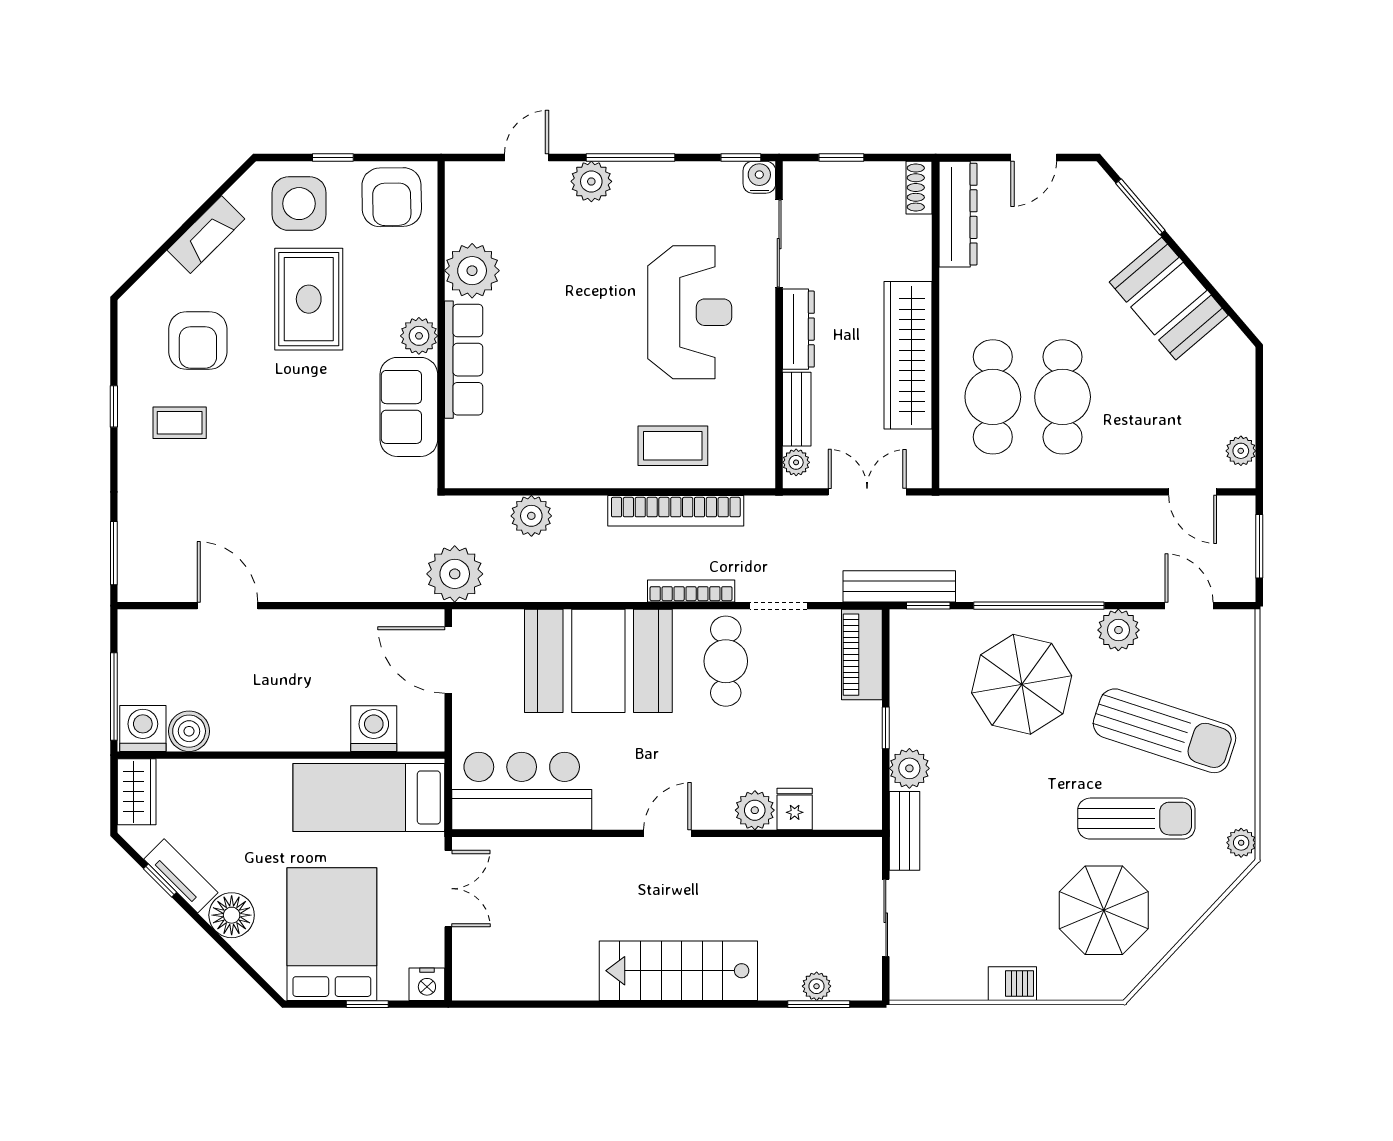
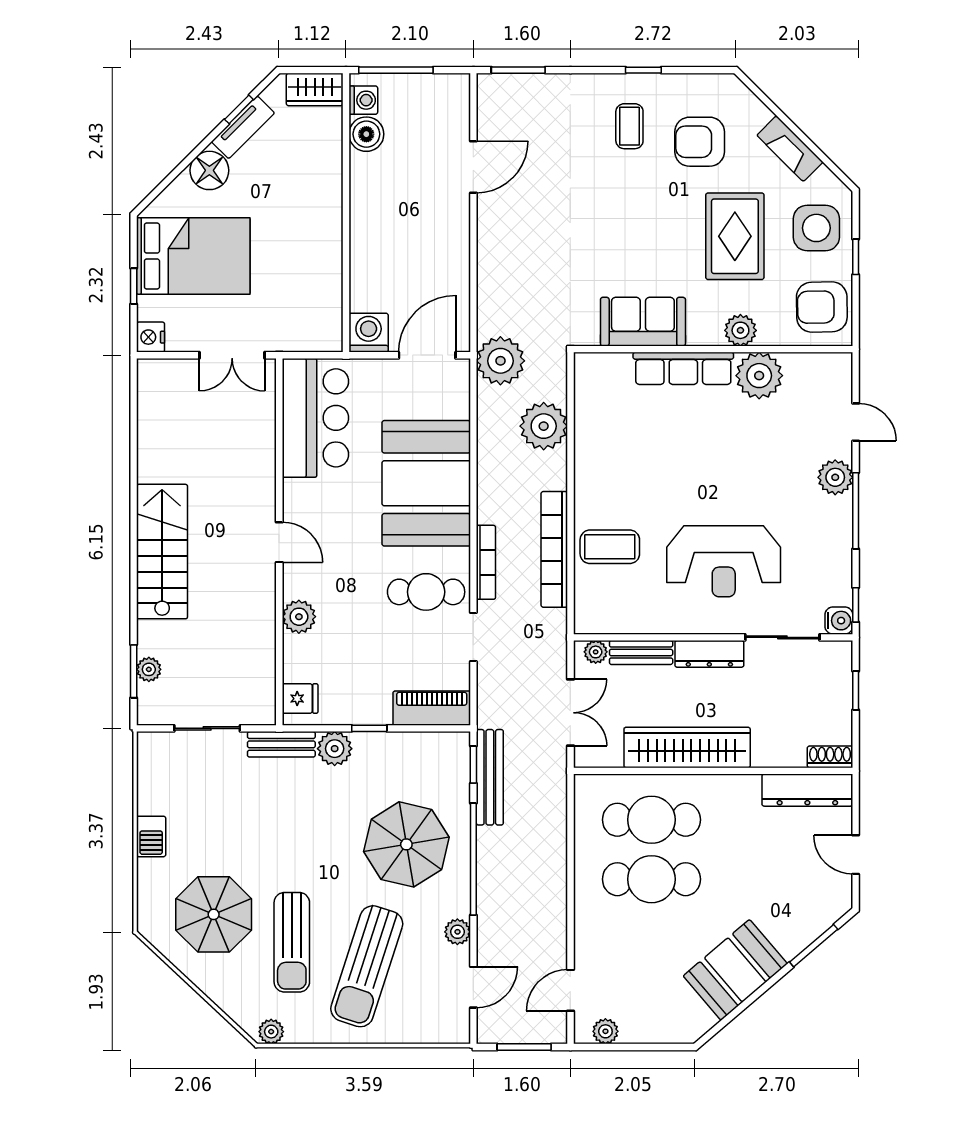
rug: (309, 299) -> (735, 236), turned 90
plant: (419, 336) -> (740, 330), moved
coffee table: (673, 446) -> (610, 547), turned 90
plant: (531, 516) -> (544, 426), width x1.36, depth x1.36
bench: (899, 586) -> (490, 777), moved
plant: (1118, 630) -> (457, 932), width x0.73, depth x0.73
washing machine: (143, 728) -> (363, 100), width x0.73, depth x0.73
washing machine: (374, 729) -> (369, 333), moved, turned -90
bed: (369, 797) -> (310, 288), removed
fridge: (795, 809) -> (300, 699), moved

